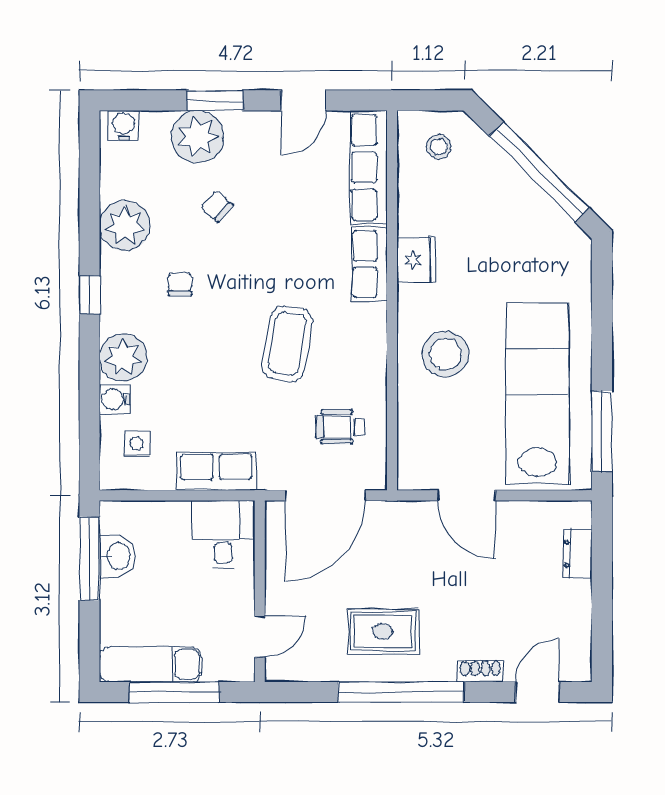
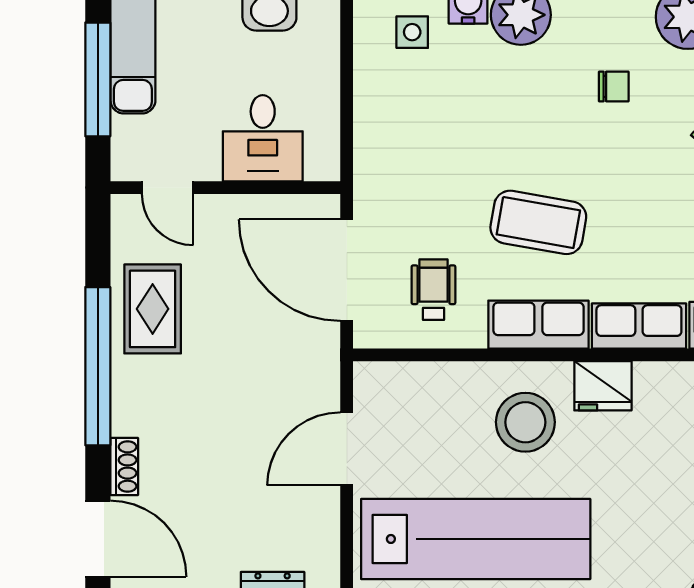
fridge: (416, 260) -> (603, 386), moved
row of seats: (216, 471) -> (538, 325), moved, turned -90
desk: (223, 534) -> (263, 138), moved, turned 90
rug: (383, 631) -> (153, 309), moved
door: (537, 692) -> (98, 539), width x1.38

